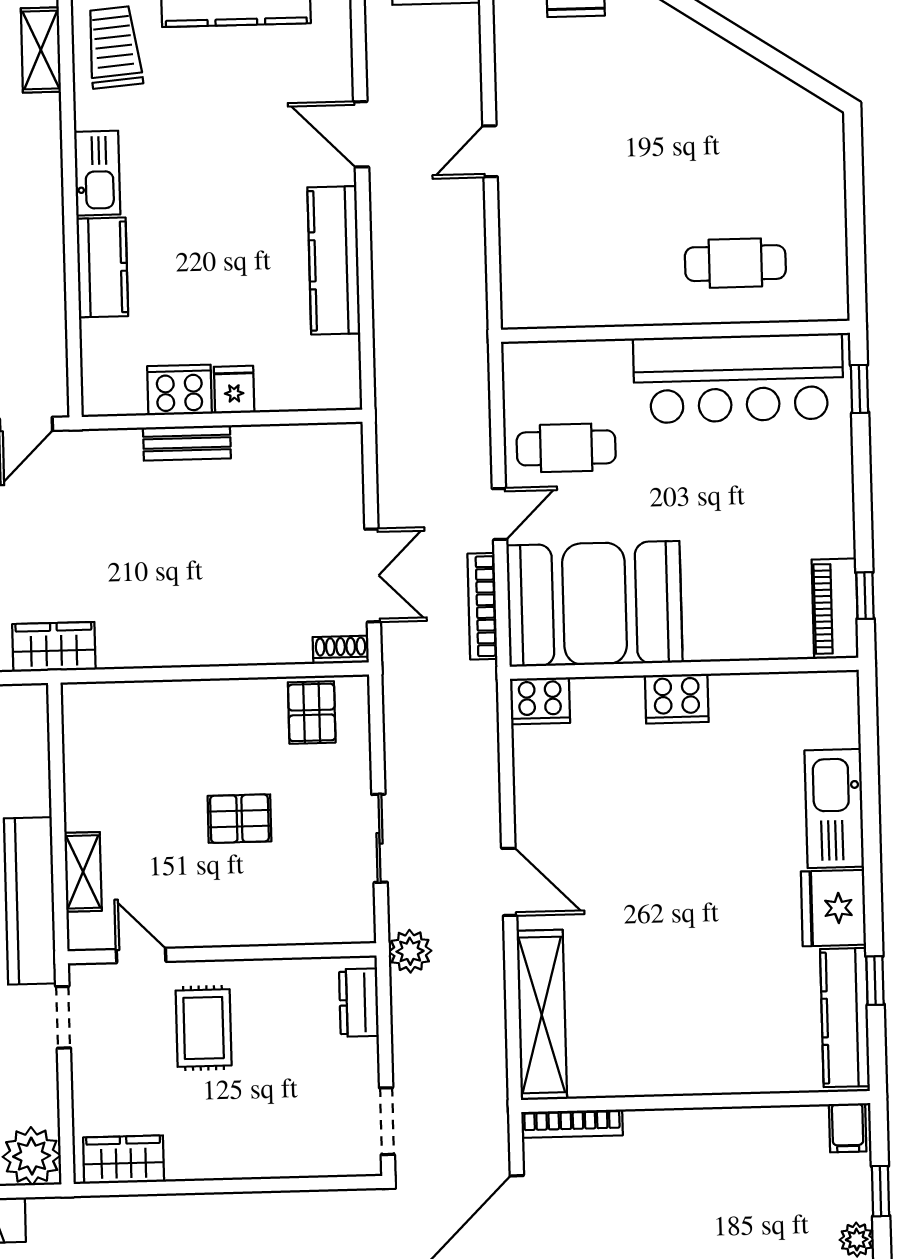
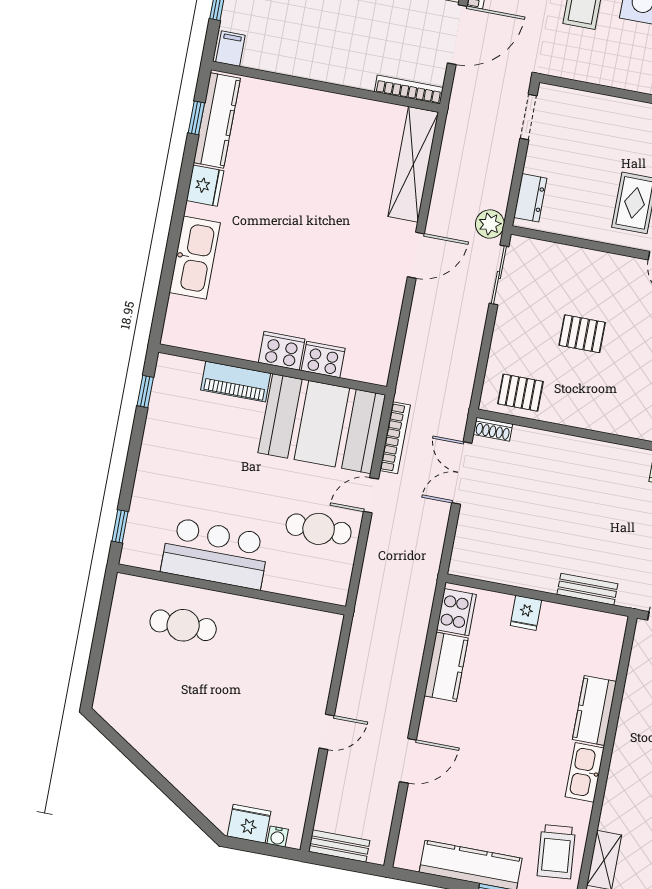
door: (361, 134) -> (408, 761), hinge flipped
kitchen counter: (334, 260) -> (446, 667), width x0.67
bar counter: (738, 378) -> (215, 553), width x0.73
cooker: (179, 390) -> (456, 612), moved, turned -90
bench: (187, 443) -> (587, 589), moved
piano: (835, 609) -> (236, 382), moved, turned 90
cooker: (540, 701) -> (323, 359), moved
pallet: (312, 712) -> (520, 393), turned 90
sliding door: (380, 838) -> (499, 275), moved
door: (509, 882) -> (416, 255), swing flipped
fridge: (833, 908) -> (205, 186), width x0.73, depth x0.75
window: (875, 981) -> (196, 118), moved

